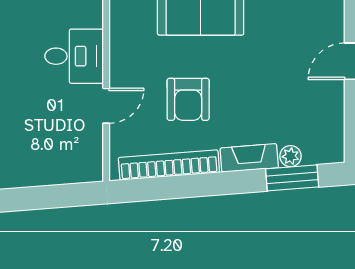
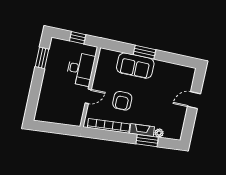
desk: (74, 56) -> (80, 69), width x1.37
window: (292, 178) -> (147, 141), moved

